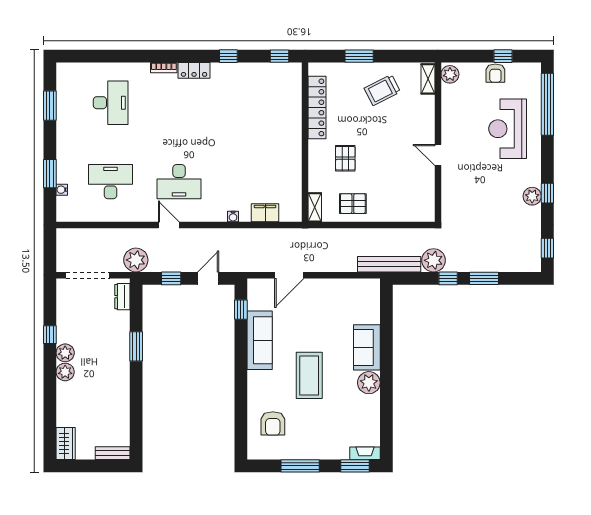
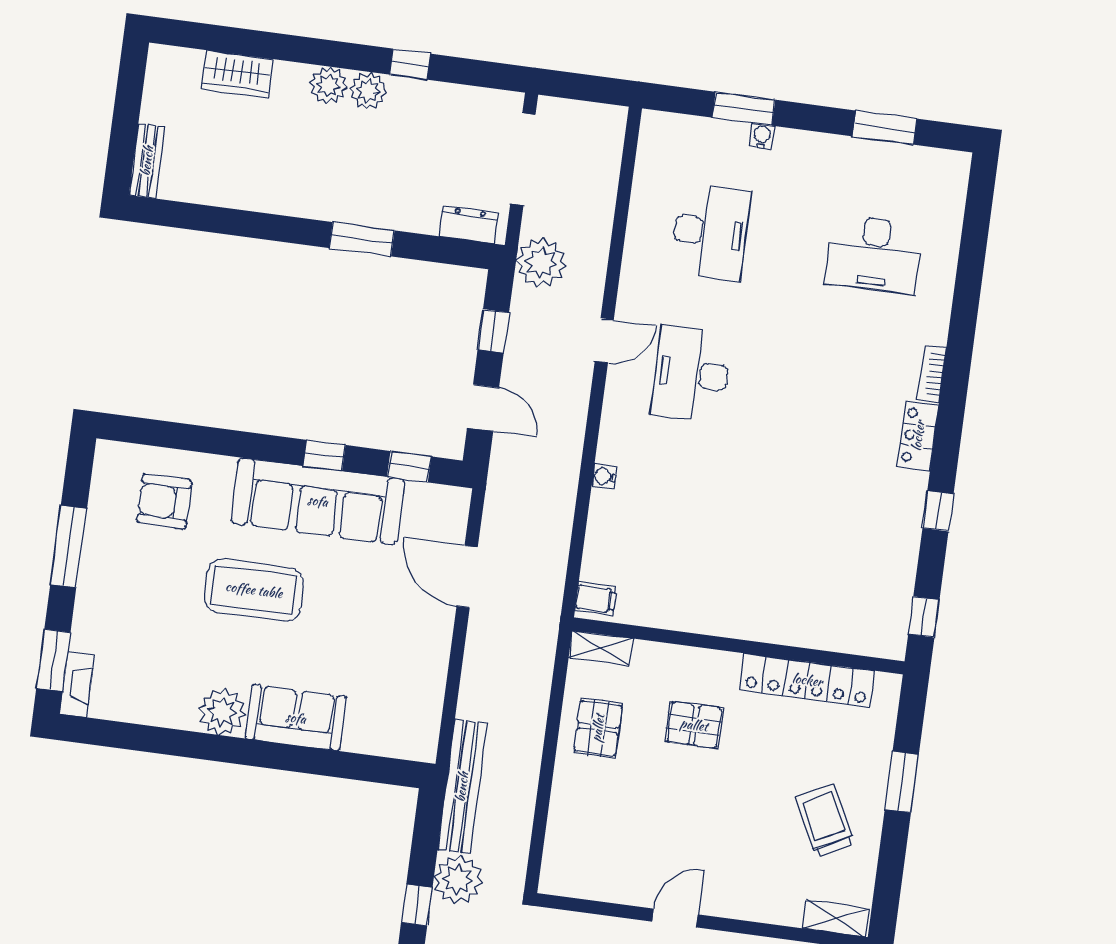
water cooler: (62, 190) -> (762, 136), moved
filing cabinet: (265, 213) -> (596, 599), moved, width x0.50
sofa: (260, 340) -> (318, 501), width x1.36, depth x1.27
window: (241, 351) -> (324, 455), added
wardrobe: (66, 443) -> (237, 74), moved

